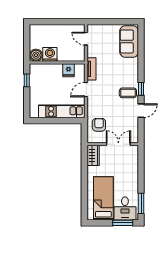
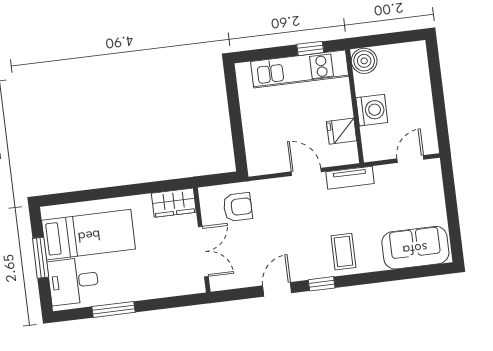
washing machine: (50, 54) -> (372, 110), moved
coffee table: (128, 93) -> (343, 252), moved
kitchen unit: (62, 111) -> (300, 69), moved, turned 90
door: (141, 111) -> (277, 289), swing flipped
window: (141, 203) -> (113, 309), moved
window: (123, 223) -> (41, 258), moved

